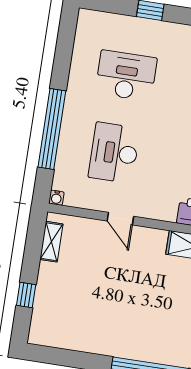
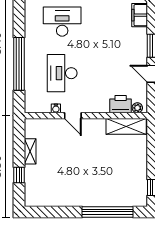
water cooler: (56, 198) -> (56, 108), moved
shelving: (51, 242) -> (30, 151), moved

